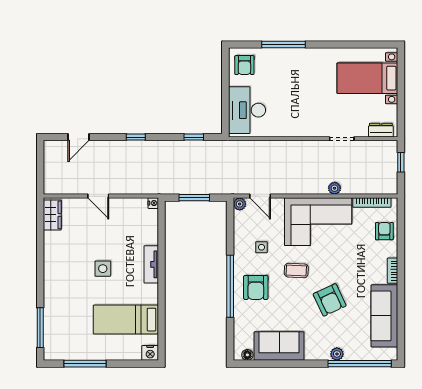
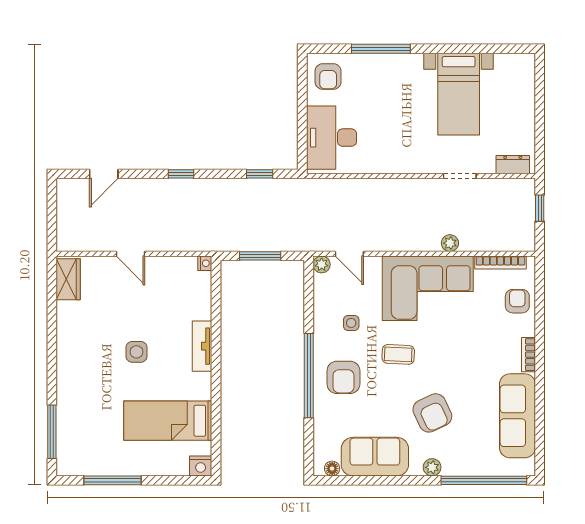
bed with nightstands: (367, 78) -> (459, 94), moved, turned -90
armchair: (330, 300) -> (432, 413), moved
plant: (337, 354) -> (432, 467), moved

